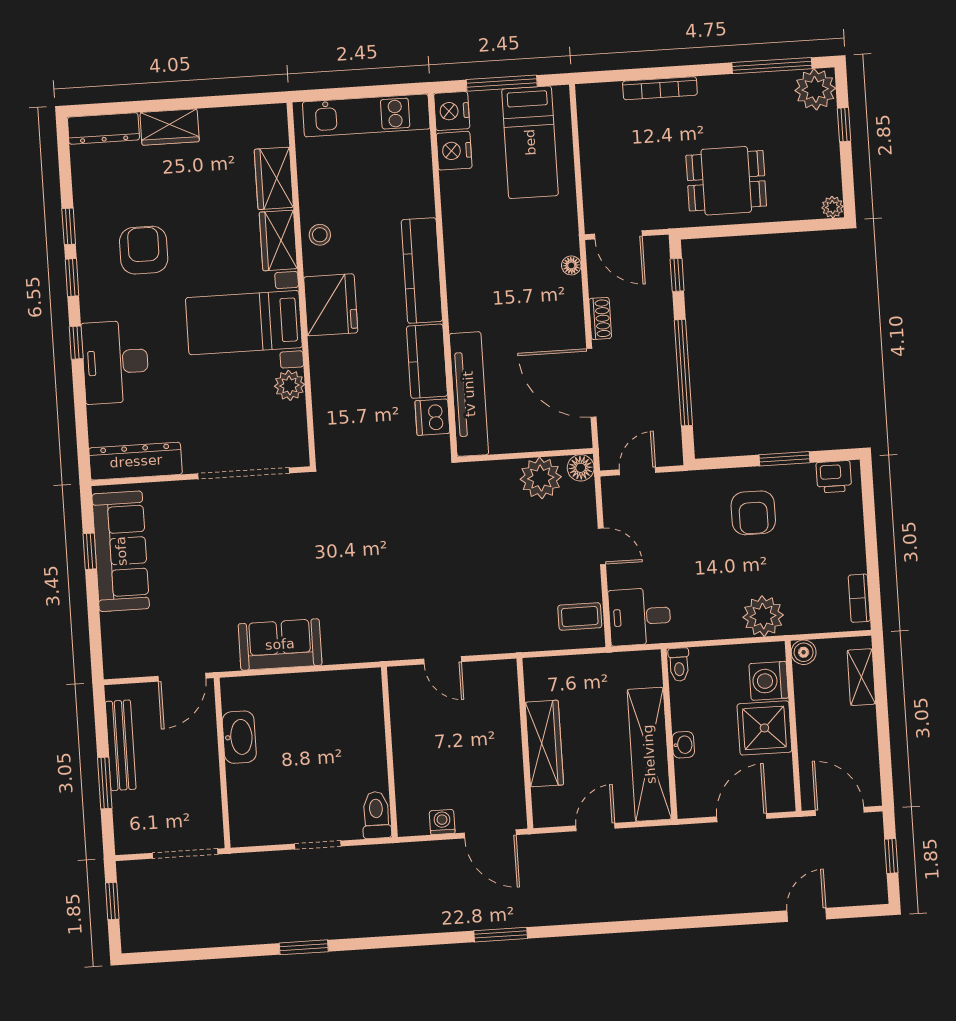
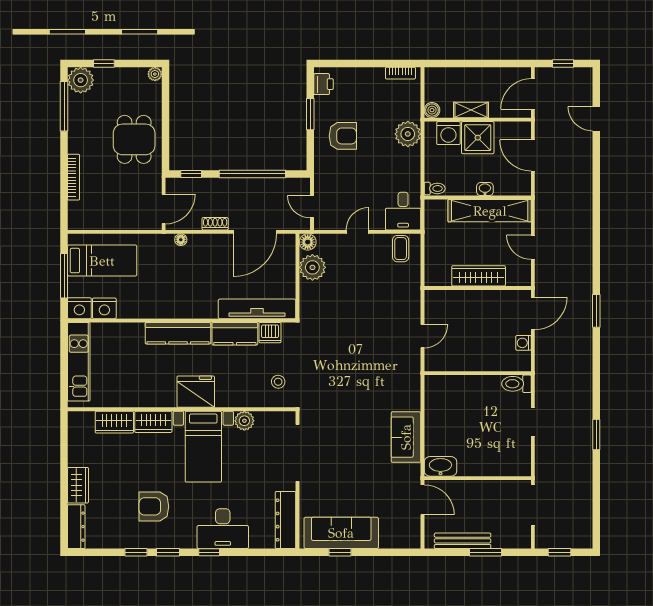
stool: (320, 235) -> (278, 382), moved
shelving: (861, 677) -> (471, 110), moved
washbasin: (239, 737) -> (440, 466), moved

